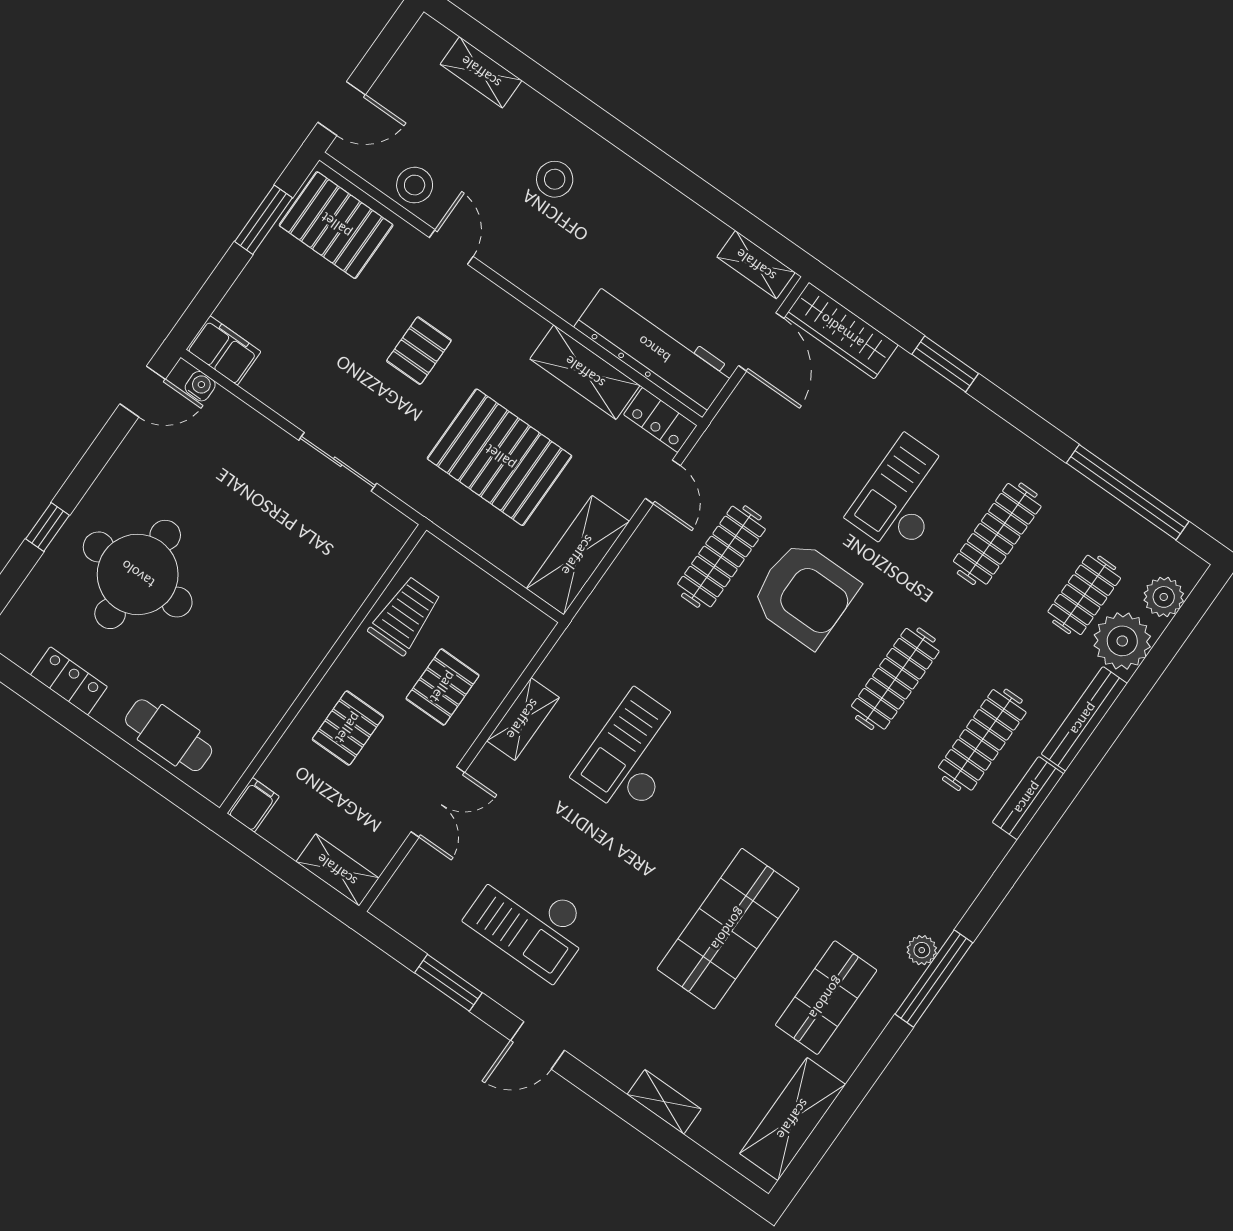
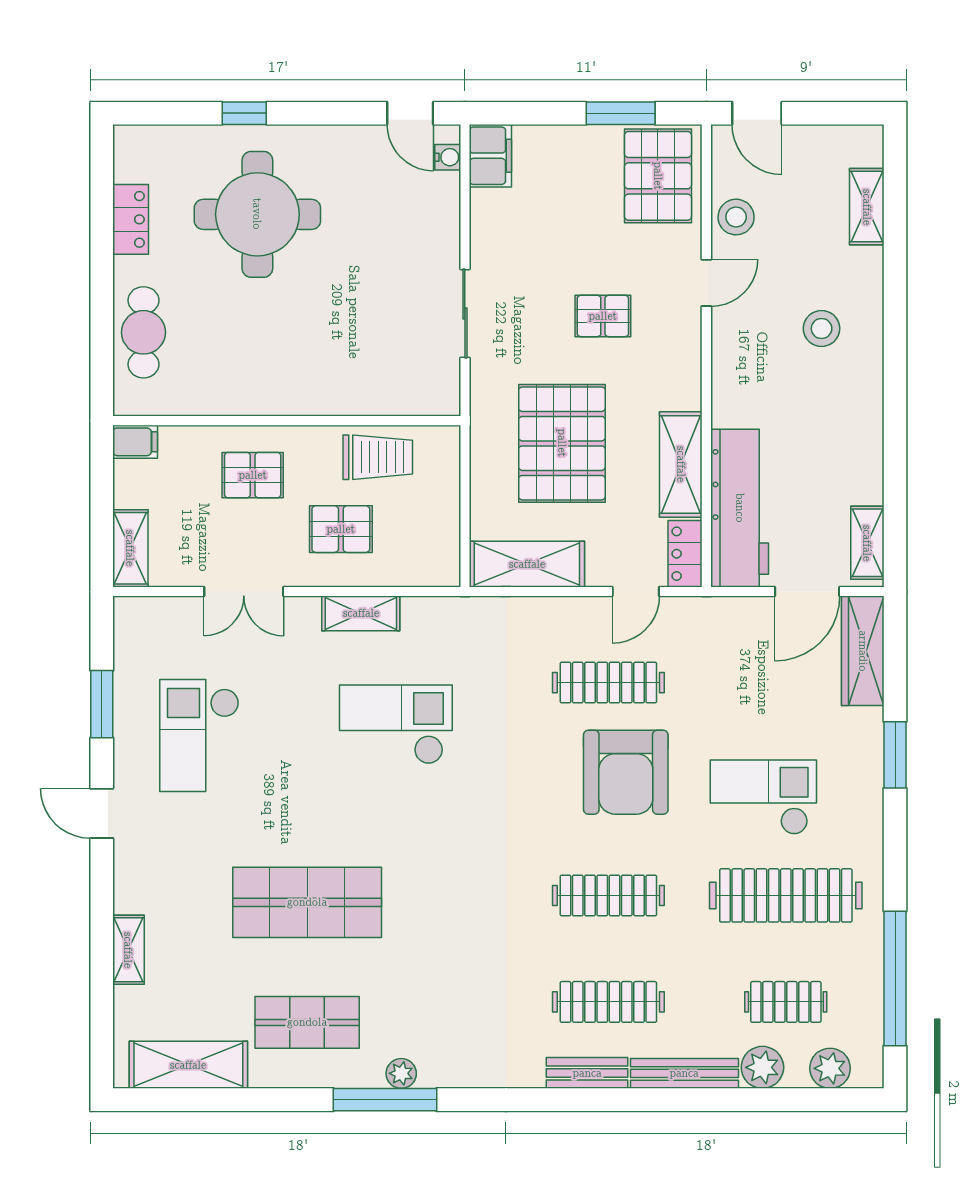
clothes rail: (997, 534) -> (786, 895), width x1.37, depth x1.31
plant: (1122, 641) -> (762, 1067), width x0.73, depth x0.73

